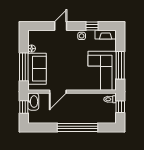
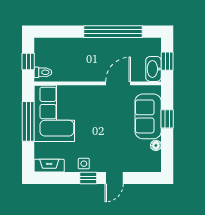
window: (92, 26) -> (88, 178), moved
window: (24, 67) -> (167, 119), width x0.46
window: (77, 127) -> (113, 32), moved

